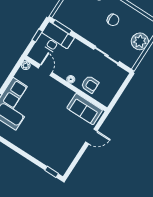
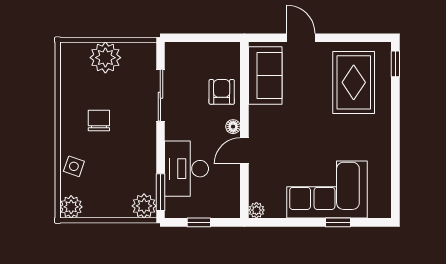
plant: (61, 15) -> (144, 206), added
desk: (55, 39) -> (187, 169), moved
door: (45, 70) -> (244, 151), moved
rug: (55, 147) -> (354, 82), added

